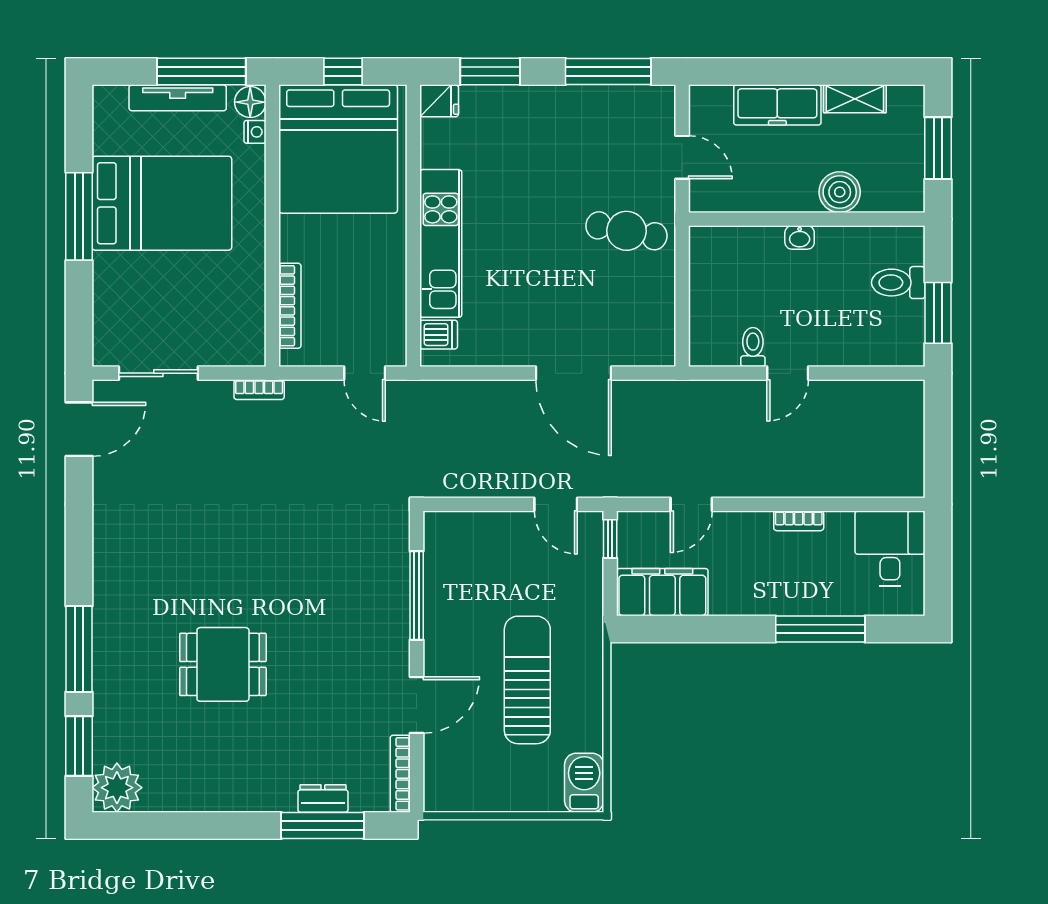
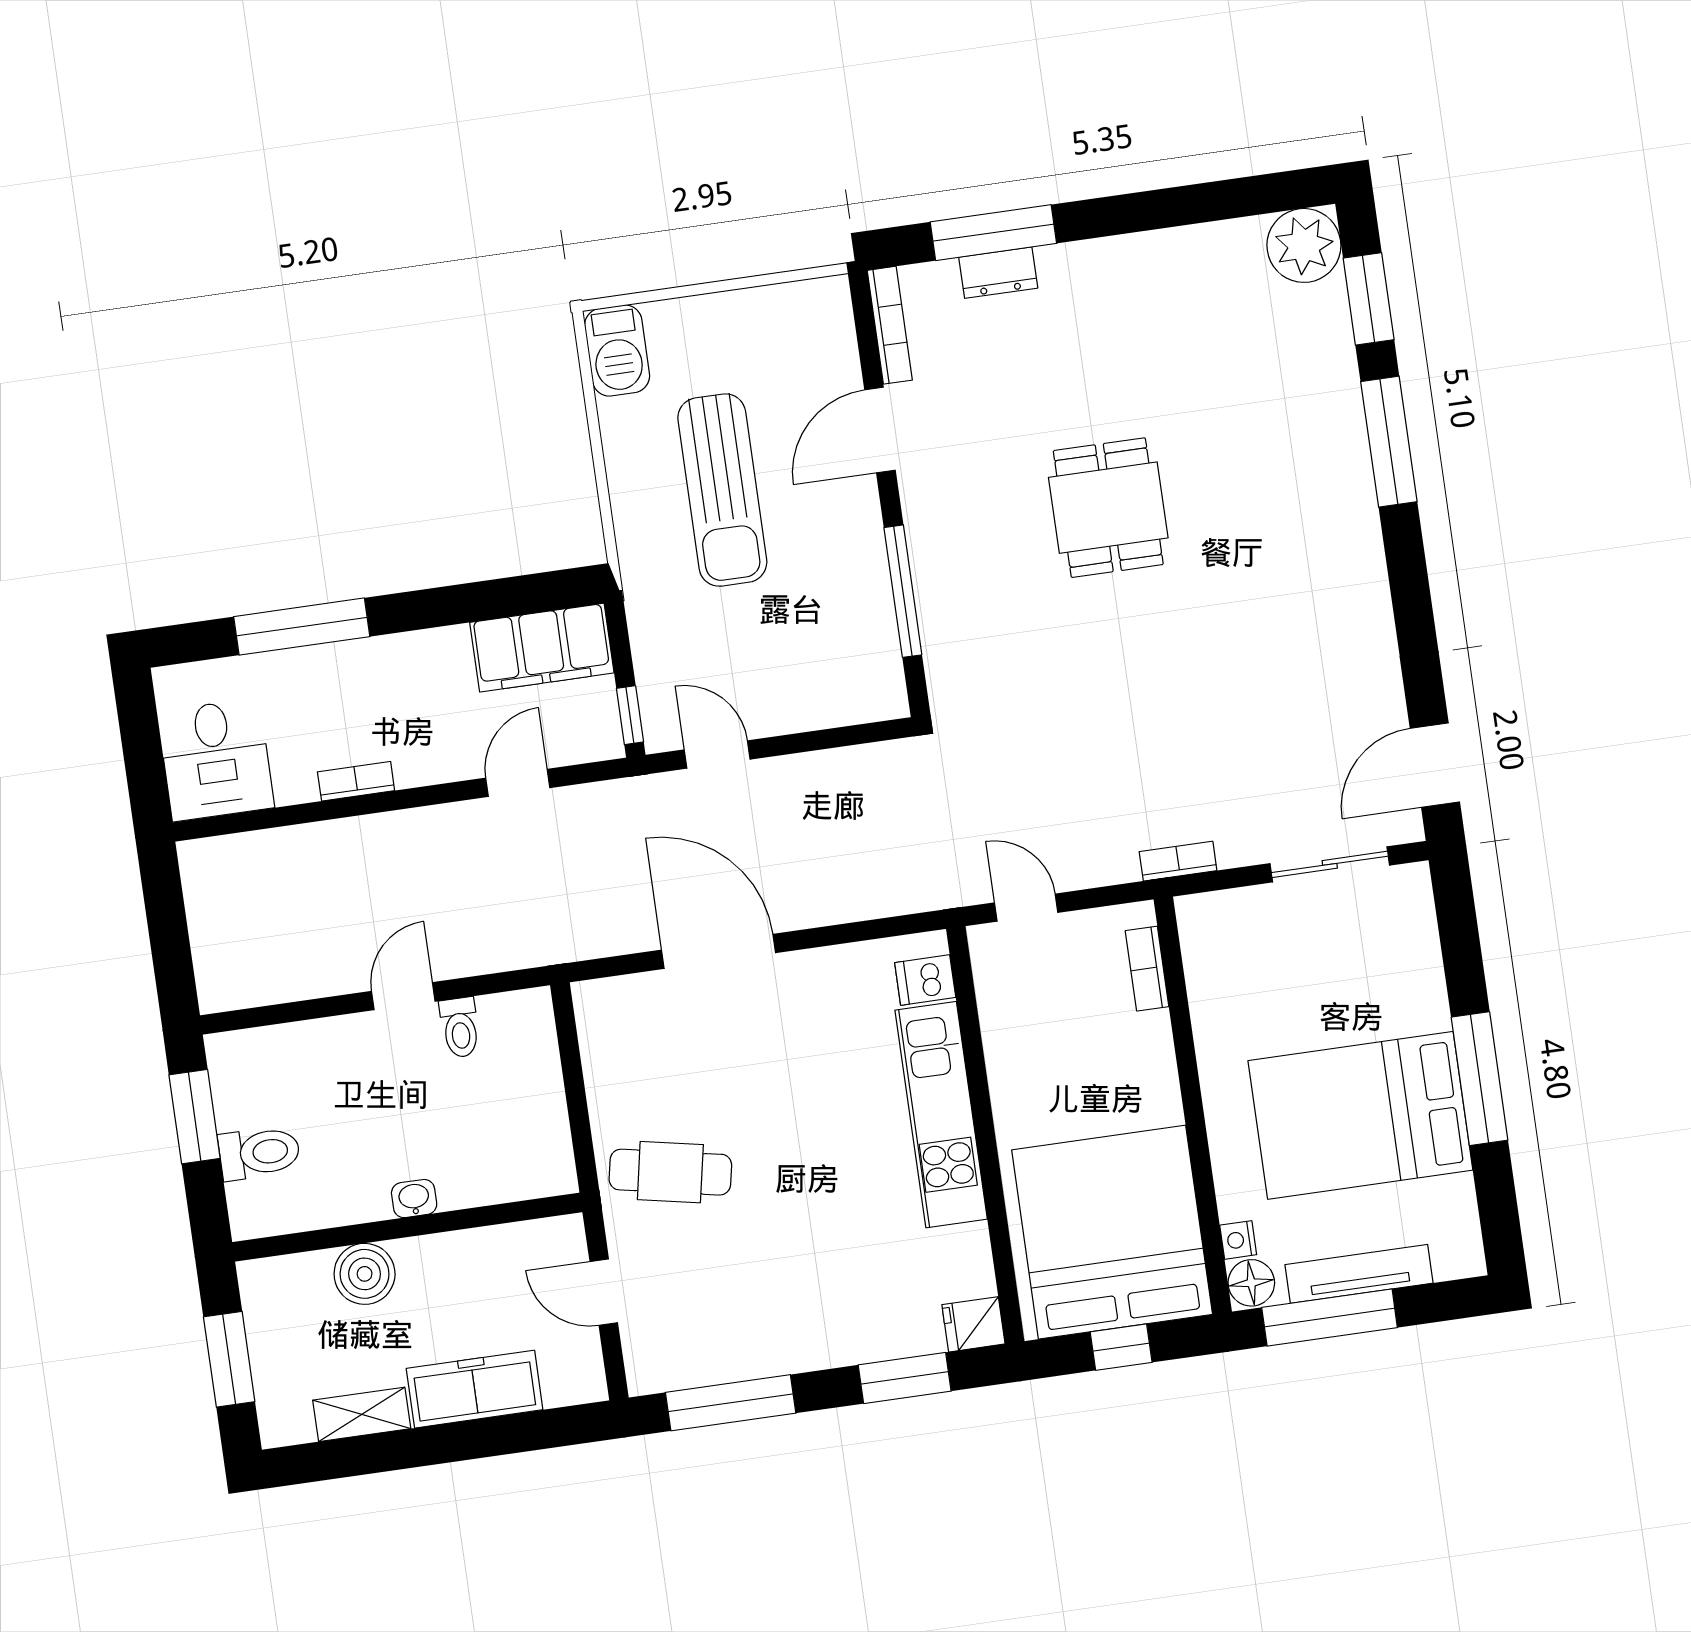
bookcase: (290, 306) -> (1147, 969), width x0.64
dining table: (223, 664) -> (1108, 508), moved, turned 90

